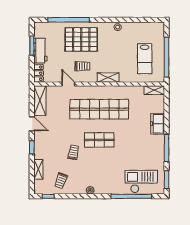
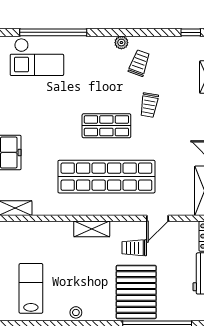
pallet: (81, 39) -> (136, 292), turned 90
lab bench: (145, 59) -> (31, 288), moved
door: (68, 84) -> (157, 218), hinge flipped
trolley: (61, 181) -> (139, 63), moved

